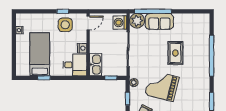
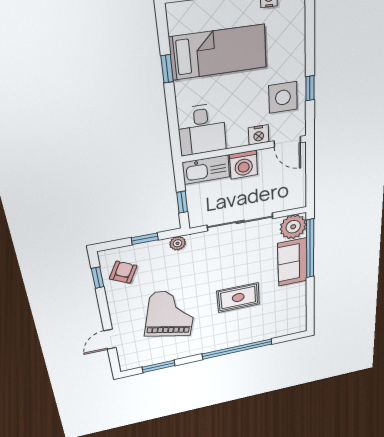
washing machine: (120, 23) -> (244, 165), moved, turned 180
nightstand: (82, 48) -> (259, 135), moved
grand piano: (162, 86) -> (171, 314), moved

